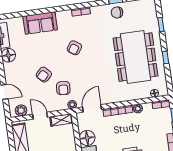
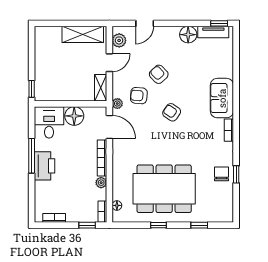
sofa: (40, 23) -> (222, 98), moved
armchair: (74, 48) -> (172, 112), moved

